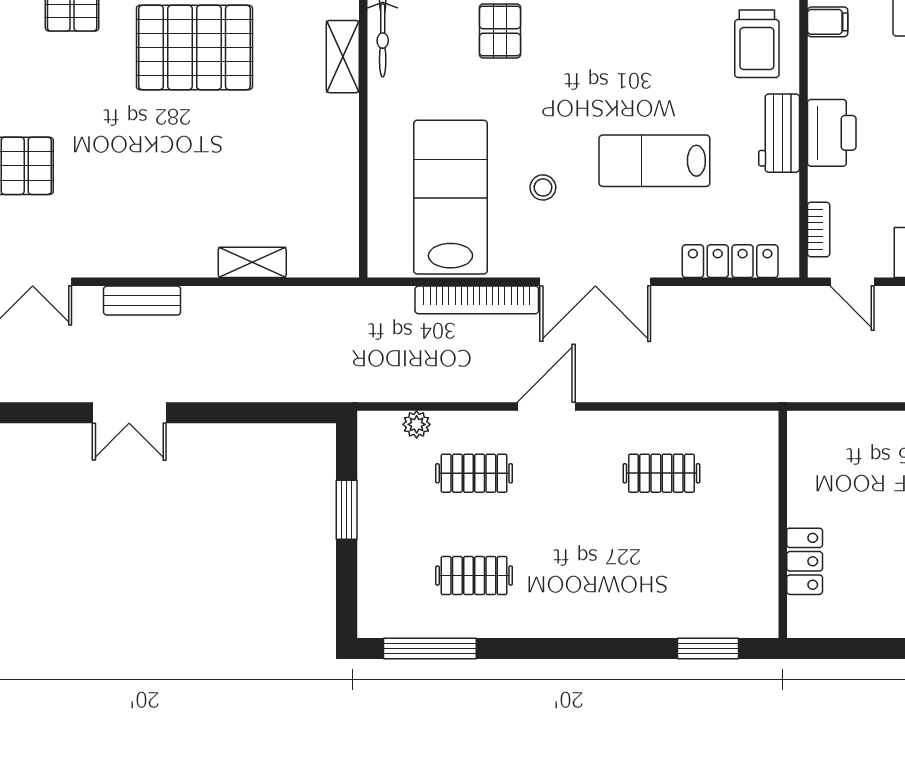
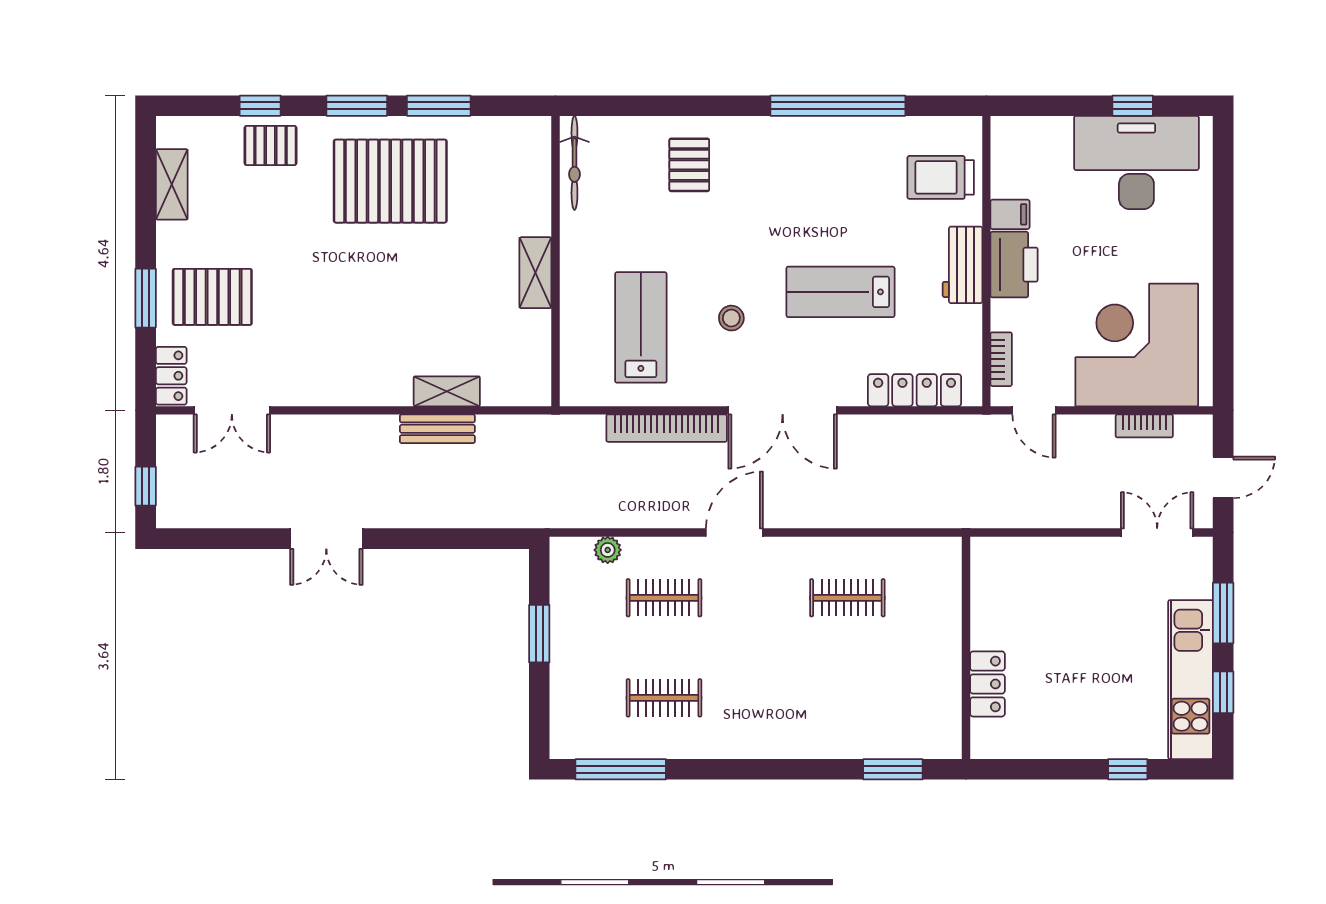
filing cabinet: (828, 22) -> (1010, 214), moved
trolley: (757, 44) -> (941, 177), turned 90
shelving: (343, 57) -> (535, 273), moved
lab bench: (450, 197) -> (641, 327), width x0.73, depth x0.72
bench: (142, 301) -> (437, 429), moved

